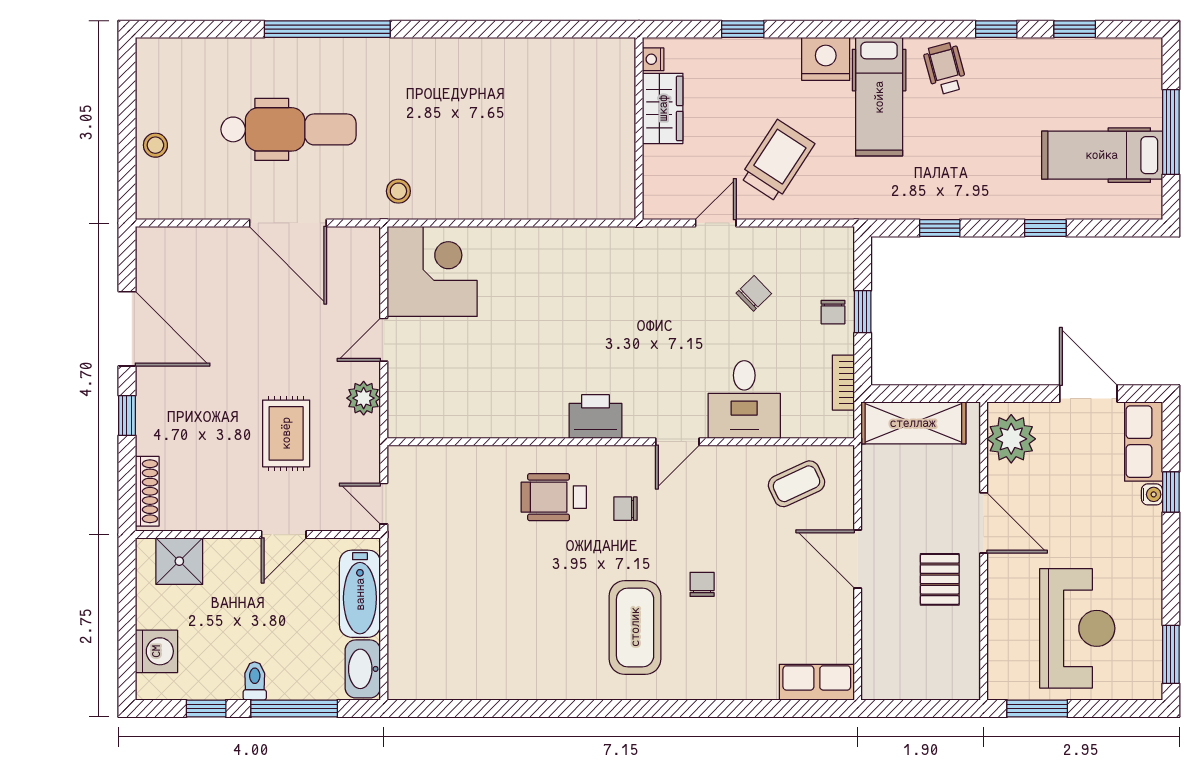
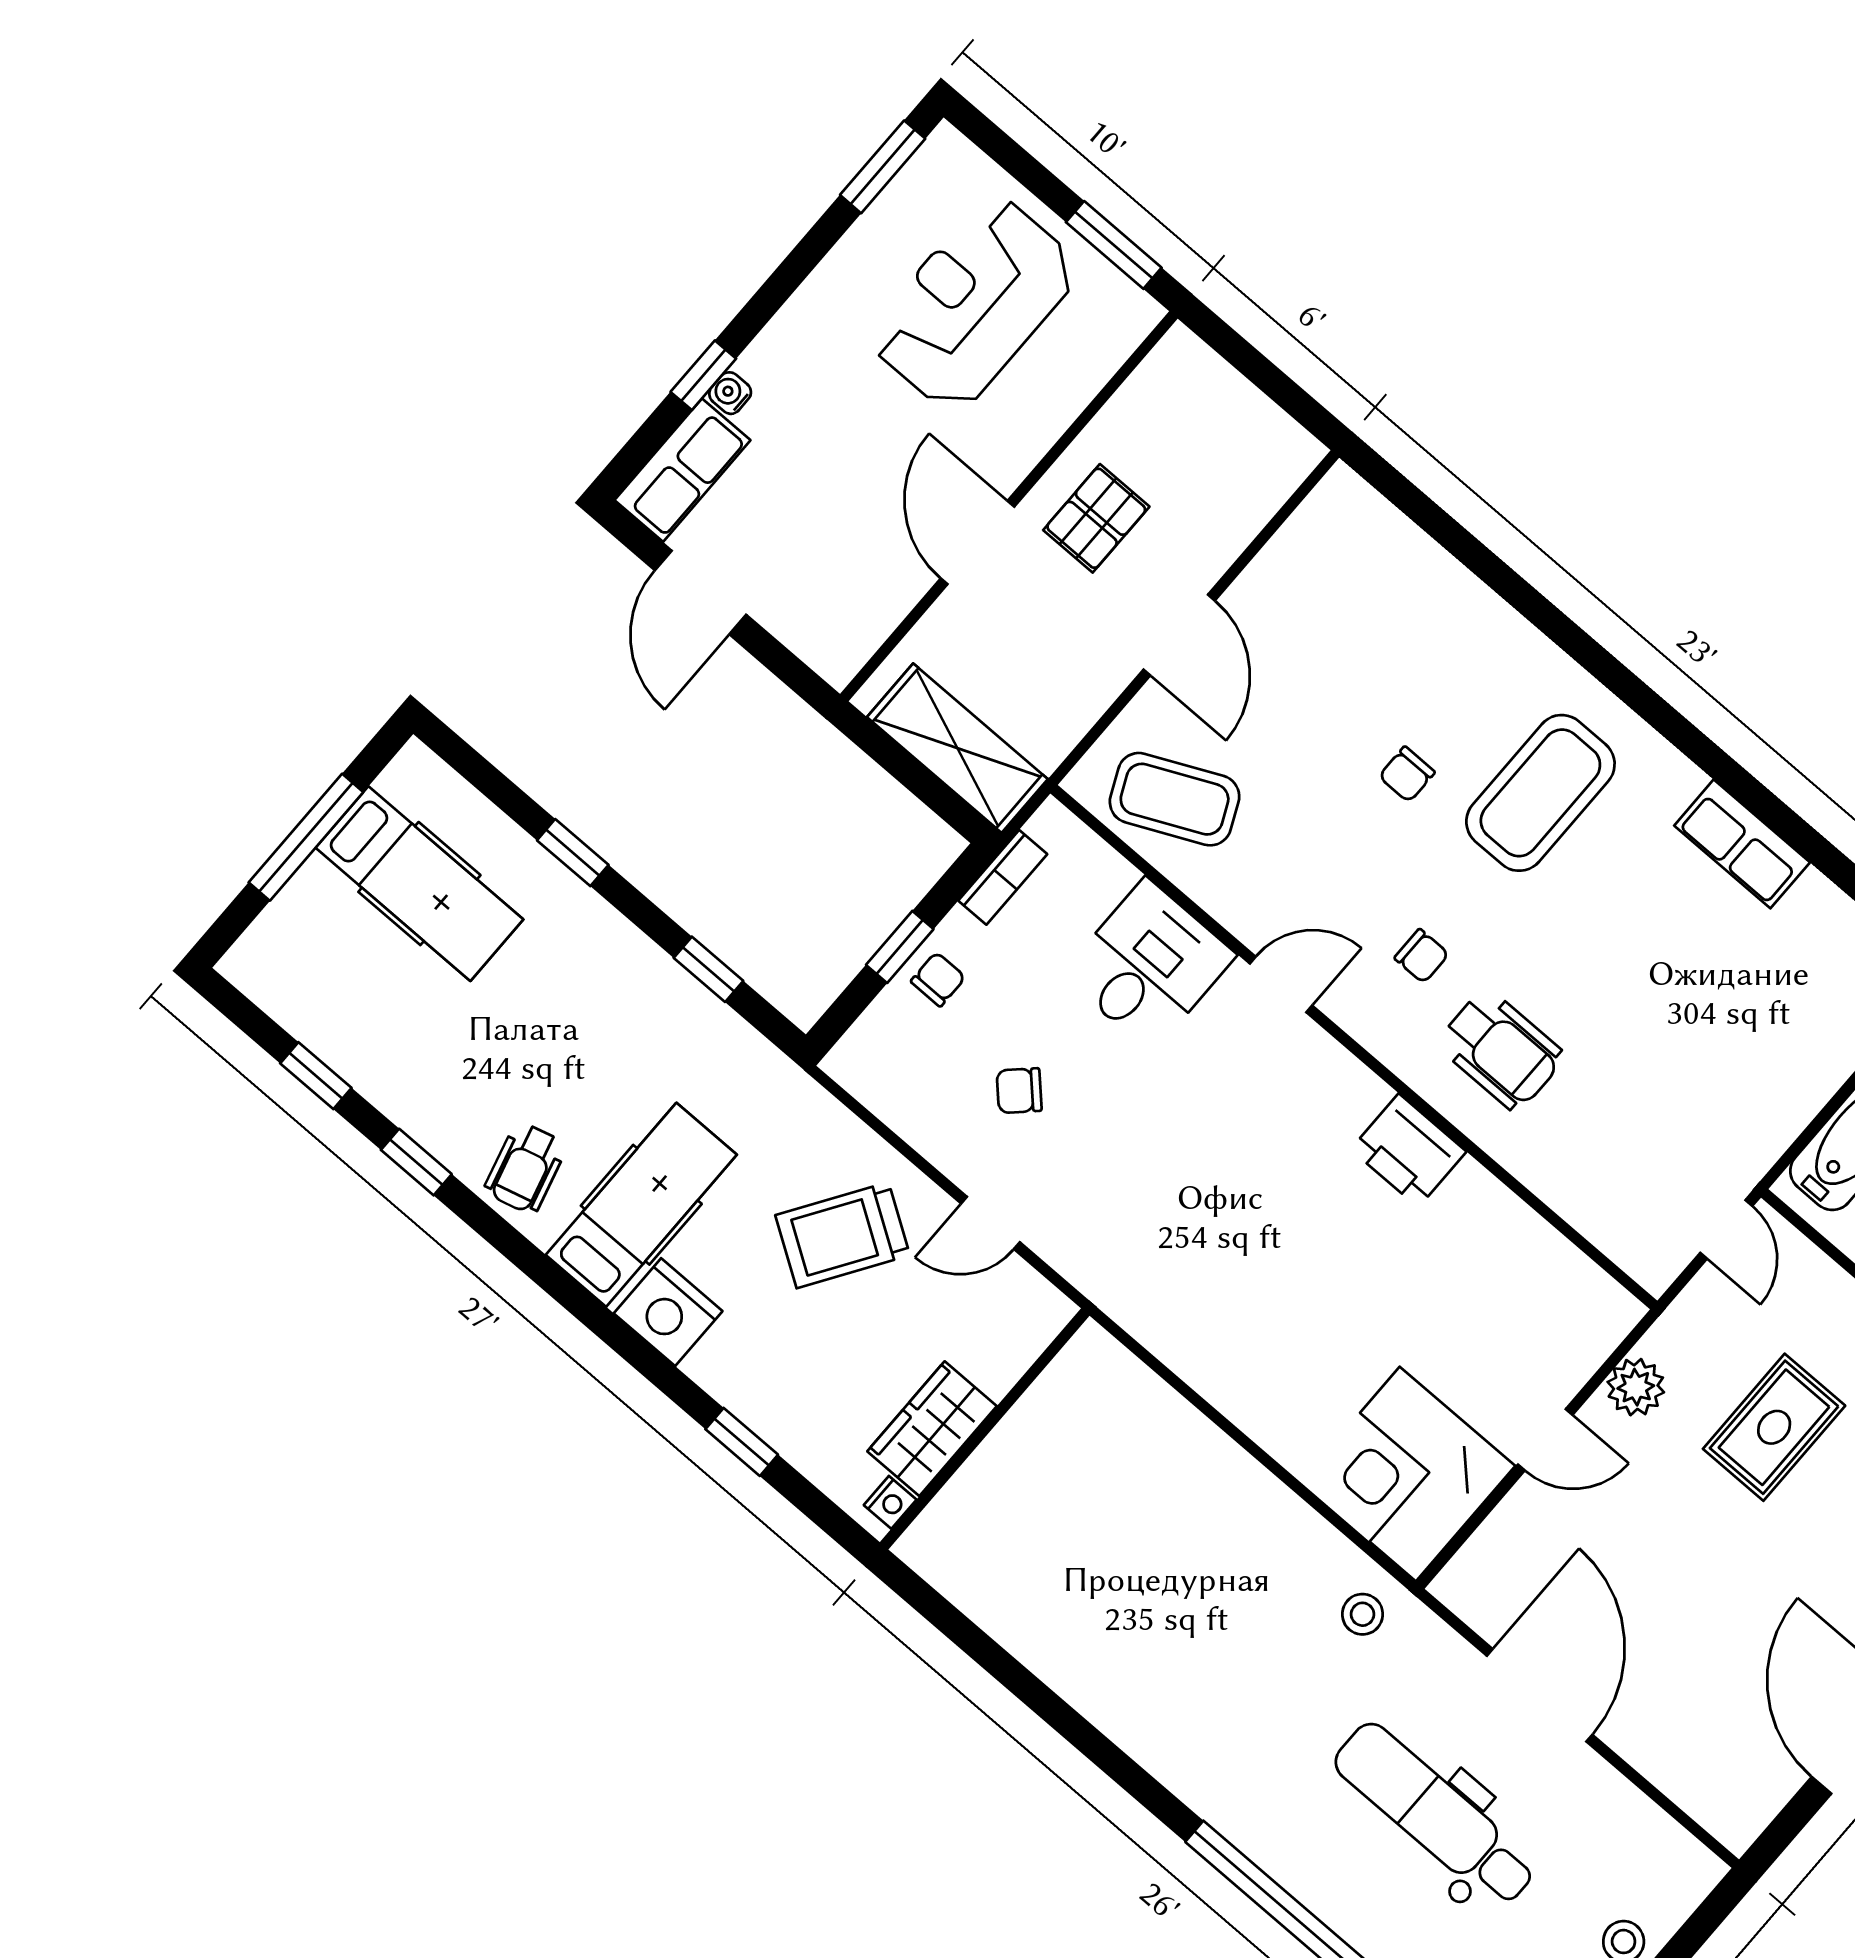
printer: (596, 417) -> (1408, 1150), moved
plant: (1011, 439) -> (849, 620), removed
coffee table: (797, 484) -> (1175, 799), width x1.36, depth x1.30
row of seats: (817, 682) -> (1742, 844), moved

